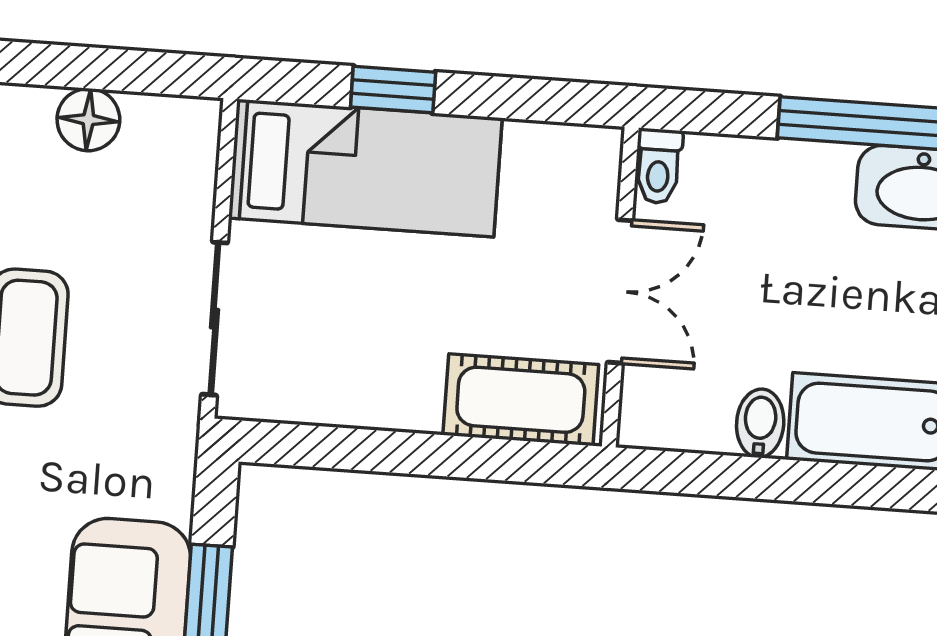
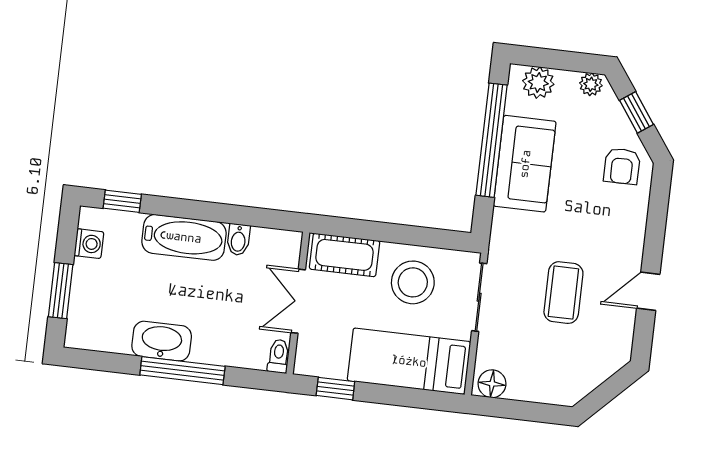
window: (393, 90) -> (335, 389), moved
floor lamp: (88, 120) -> (492, 384), moved
stool: (365, 345) -> (413, 282), added

